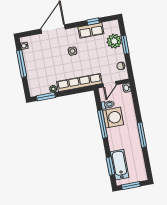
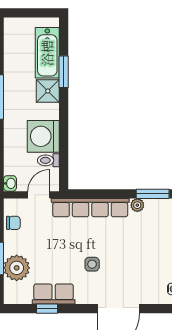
window: (103, 124) -> (64, 129), removed
shower: (115, 143) -> (48, 91), added
window: (110, 166) -> (64, 72), moved
window: (131, 186) -> (35, 13), removed

